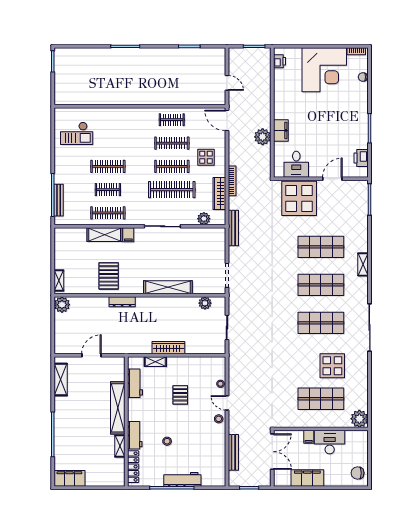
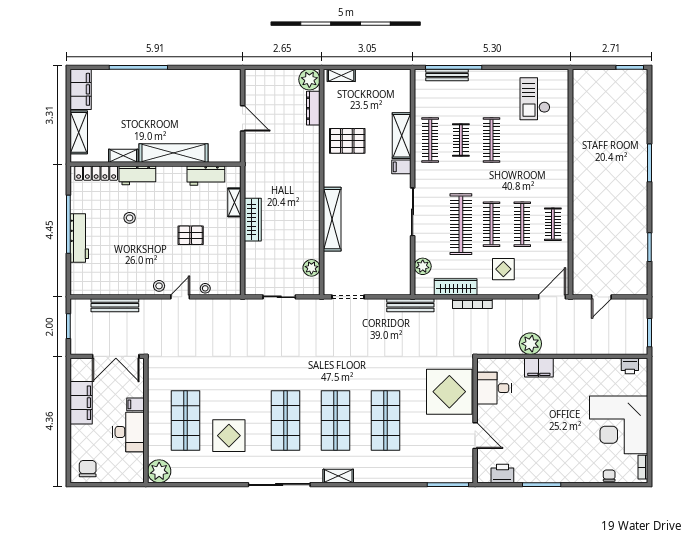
shelving: (363, 264) -> (338, 476), moved
dresser: (122, 302) -> (313, 108), moved
shelving: (61, 380) -> (79, 132), moved, turned 90

